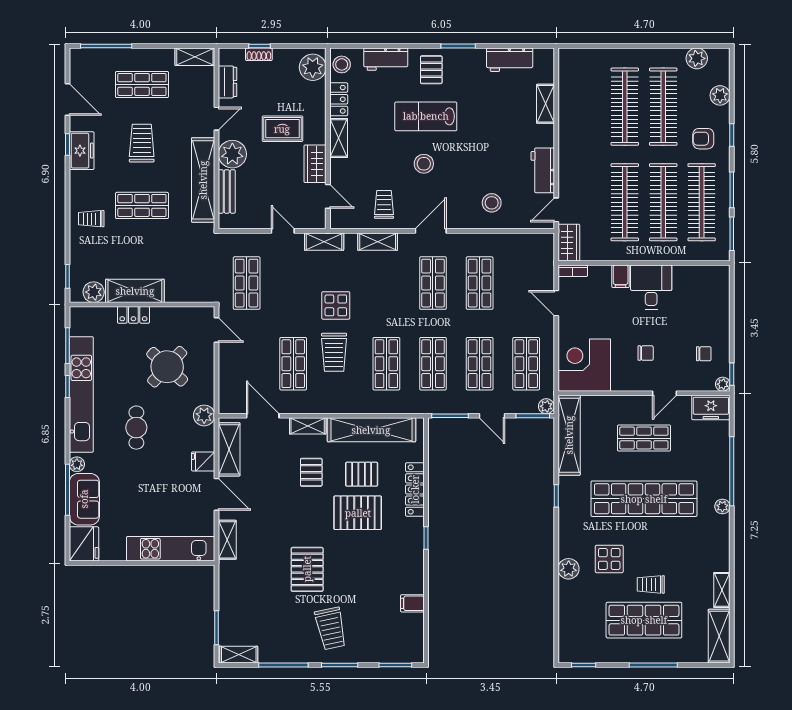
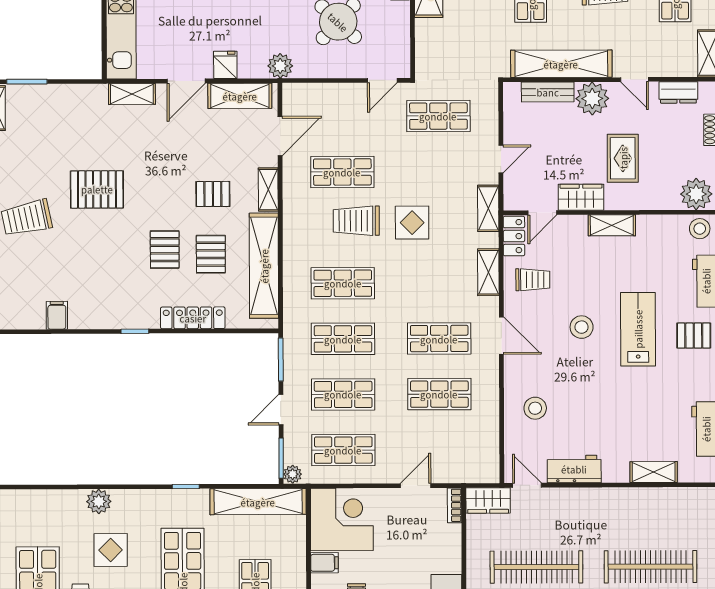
locker: (339, 99) -> (514, 236), moved, turned -90
filing cabinet: (621, 276) -> (324, 563), moved, turned 180
pallet: (358, 513) -> (165, 250), width x0.67, depth x0.71

